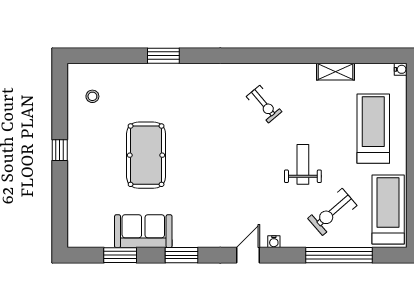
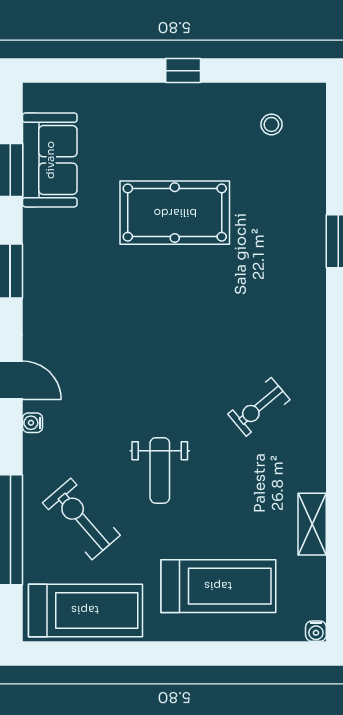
weight bench: (303, 164) -> (160, 470), turned 90
sofa: (143, 231) -> (50, 160), moved

